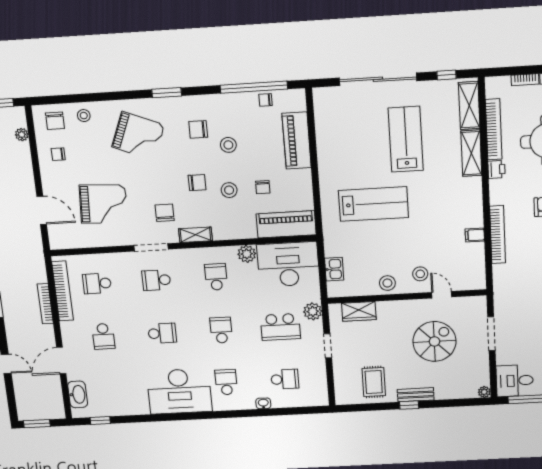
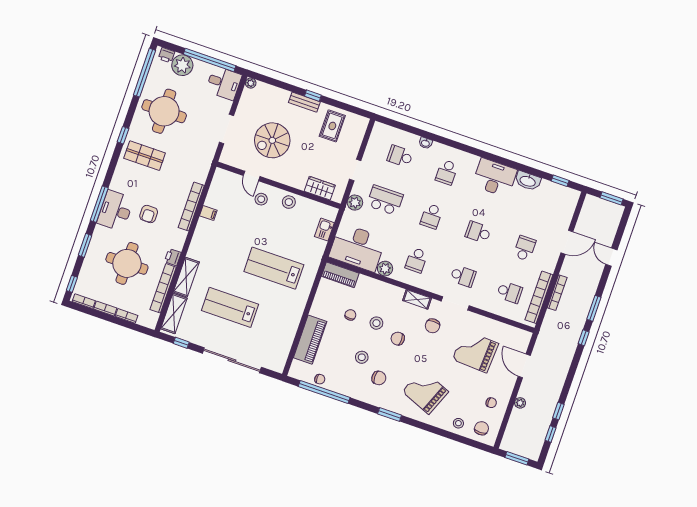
plant: (22, 135) -> (520, 403), moved
lab bench: (406, 139) -> (230, 307), turned 90
piano: (286, 224) -> (340, 275), width x0.73, depth x0.75
desk: (179, 391) -> (495, 178), width x0.73, depth x0.77
washbasin: (78, 394) -> (528, 181), moved, turned -90

